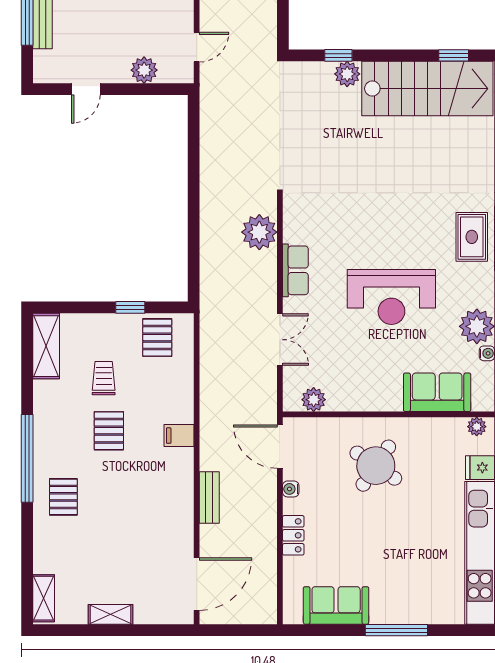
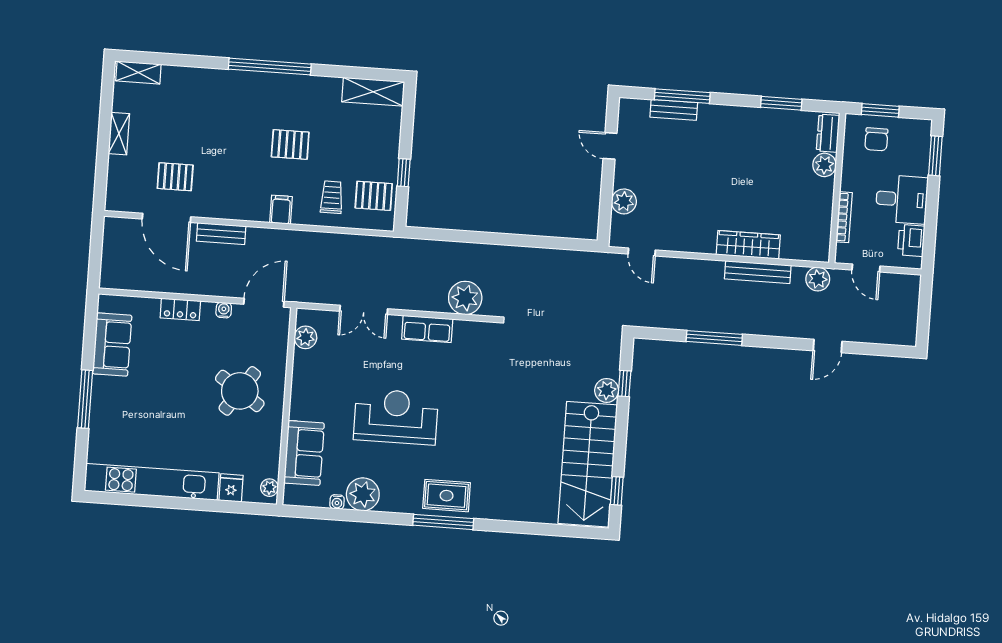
reception desk: (391, 297) -> (396, 417), turned 90
trolley: (104, 378) -> (332, 197), moved, turned -90
pallet: (63, 497) -> (175, 177), moved
door: (197, 584) -> (167, 218), moved

